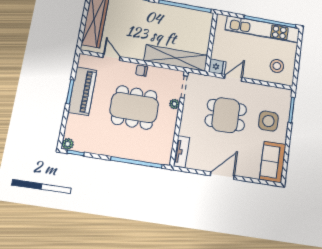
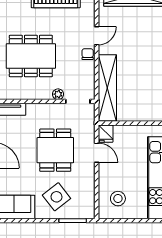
door: (112, 57) -> (97, 36), moved
dining table: (134, 107) -> (31, 56), moved, turned 90
side table: (268, 121) -> (56, 197), turned -38

